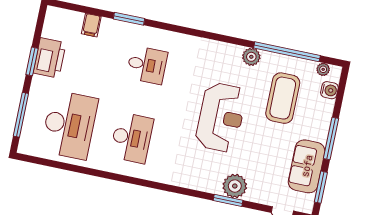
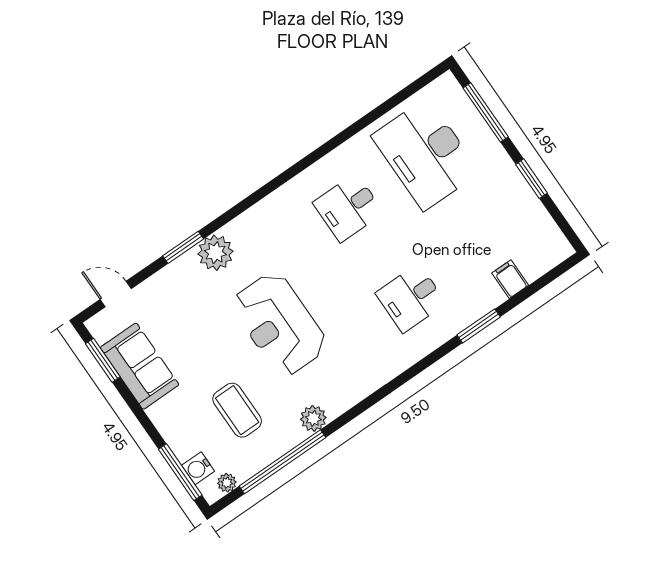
printer: (50, 58) -> (517, 201), removed
coffee table: (283, 98) -> (237, 410), width x0.73, depth x0.76
desk: (132, 138) -> (348, 208), width x0.73
window: (331, 138) -> (180, 472), moved
plant: (235, 186) -> (215, 253), moved

